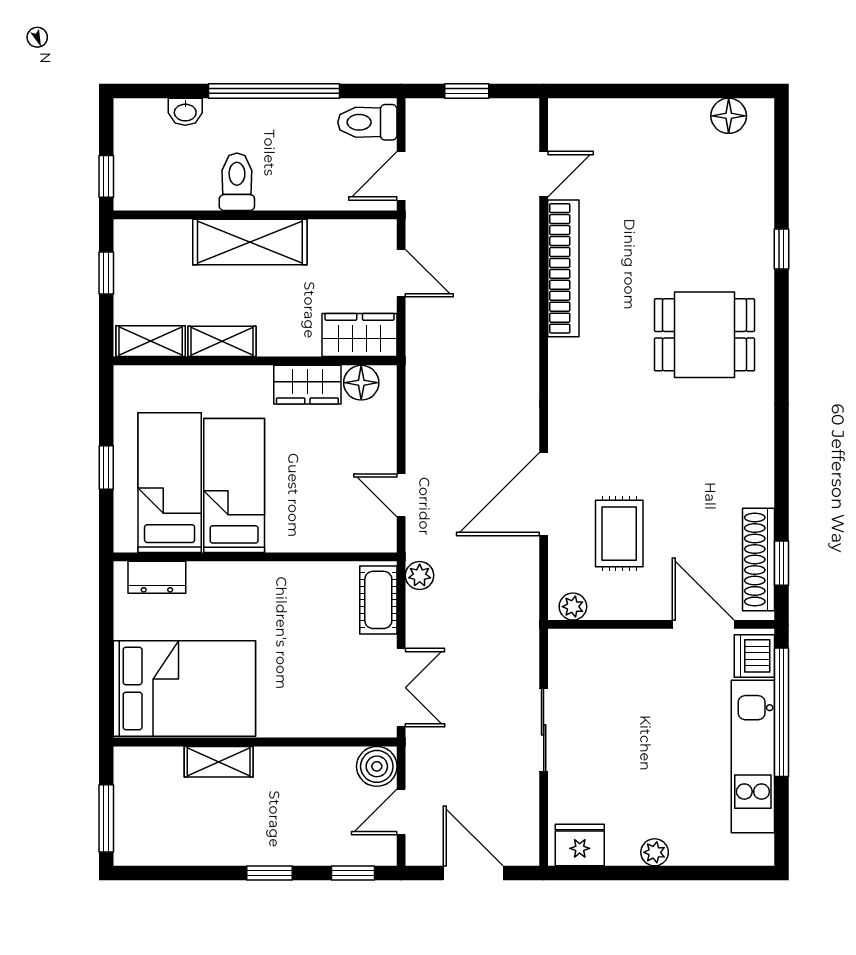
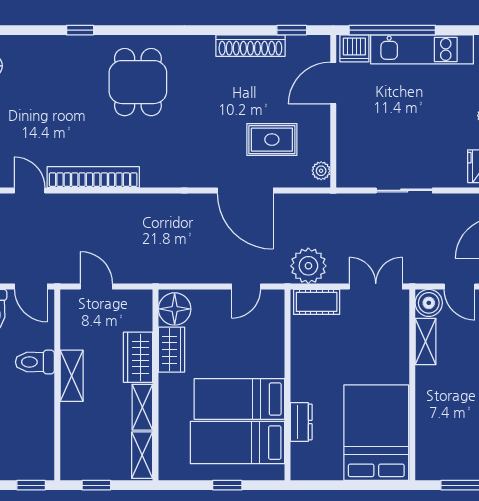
toilet: (237, 182) -> (35, 362), moved
shelving: (250, 242) -> (72, 376), width x0.67, depth x0.75
door: (401, 273) -> (96, 286), hinge flipped
wardrobe: (360, 335) -> (138, 357), moved
floor lamp: (361, 383) -> (175, 309), width x1.38, depth x1.38
shoe rack: (759, 559) -> (250, 46), moved
plant: (420, 575) -> (308, 266), width x1.88, depth x1.88
dresser: (157, 577) -> (301, 422), moved
shelving: (219, 762) -> (426, 341), moved

